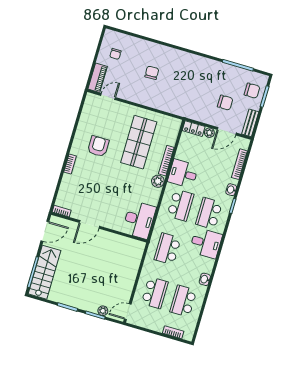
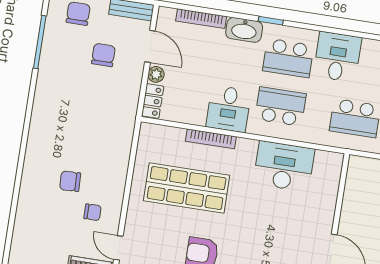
chair: (115, 54) -> (93, 212), moved
plant: (158, 181) -> (246, 148), removed
washbasin: (231, 190) -> (244, 30), width x1.91, depth x1.45
desk: (139, 220) -> (284, 166), moved

